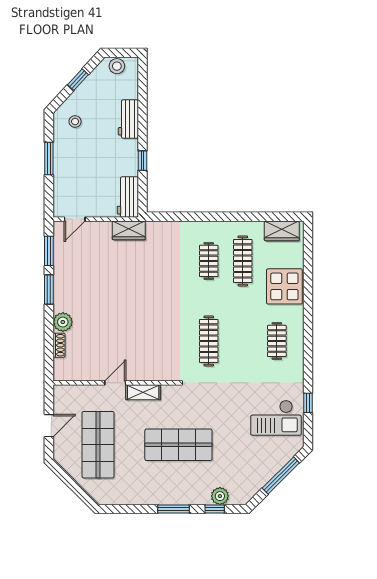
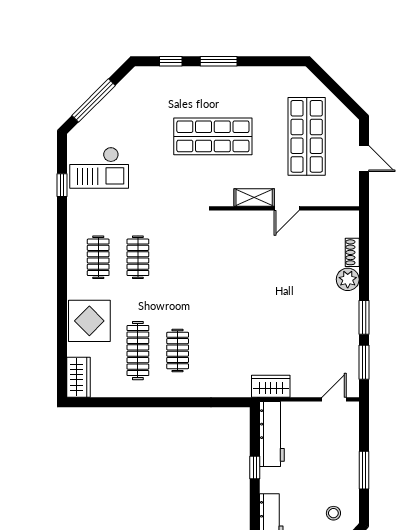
workbench: (128, 197) -> (272, 434), width x1.38
wardrobe: (282, 231) -> (78, 377), moved, turned 90
clothes rail: (209, 341) -> (138, 257), moved, width x0.73
checkout: (276, 418) -> (99, 168), turned 180
door: (49, 426) -> (364, 159), swing flipped
plant: (220, 496) -> (165, 76), removed

